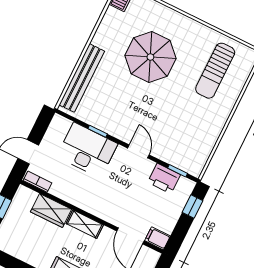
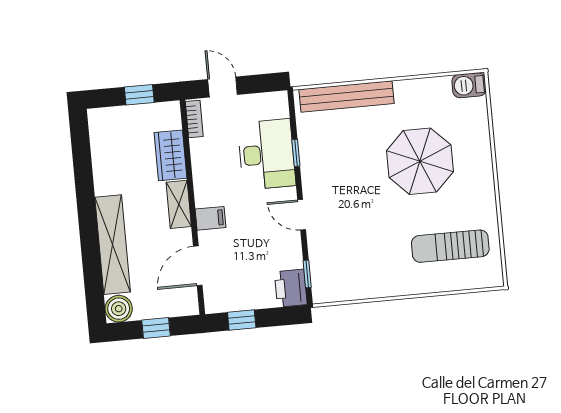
door: (138, 151) -> (302, 215), swing flipped
printer: (164, 178) -> (291, 288), moved
window: (193, 206) -> (242, 320), moved
filing cabinet: (158, 238) -> (211, 218), moved, turned 90

